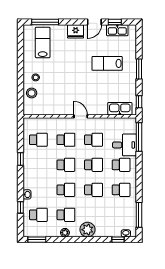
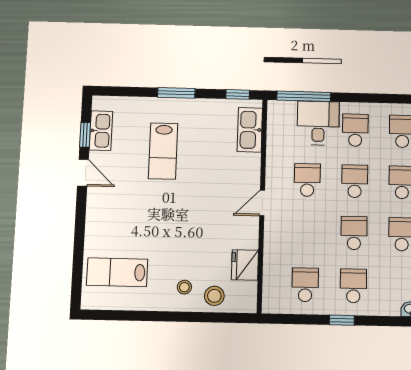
window: (45, 22) -> (78, 267), removed
fridge: (76, 31) -> (245, 265), moved, turned 180
school desk: (66, 140) -> (353, 286), moved

